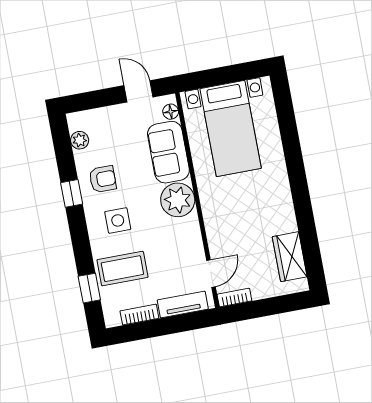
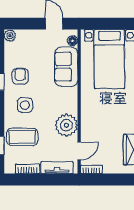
plant: (80, 140) -> (10, 36), moved
armchair: (103, 179) -> (20, 76), turned -90
plant: (178, 200) -> (66, 125), moved

